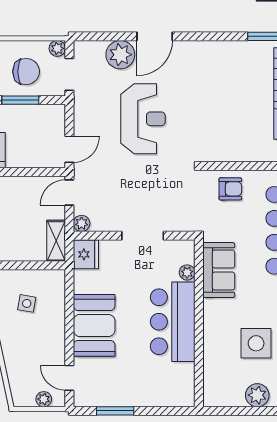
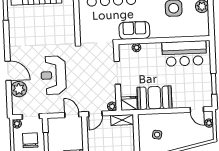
reception desk: (143, 119) -> (53, 75), turned -90
armchair: (230, 189) -> (90, 26), removed
door: (69, 192) -> (95, 114), hinge flipped
bar counter: (173, 322) -> (184, 53), moved
booth: (94, 325) -> (154, 98), moved
door: (69, 378) -> (197, 110), hinge flipped

